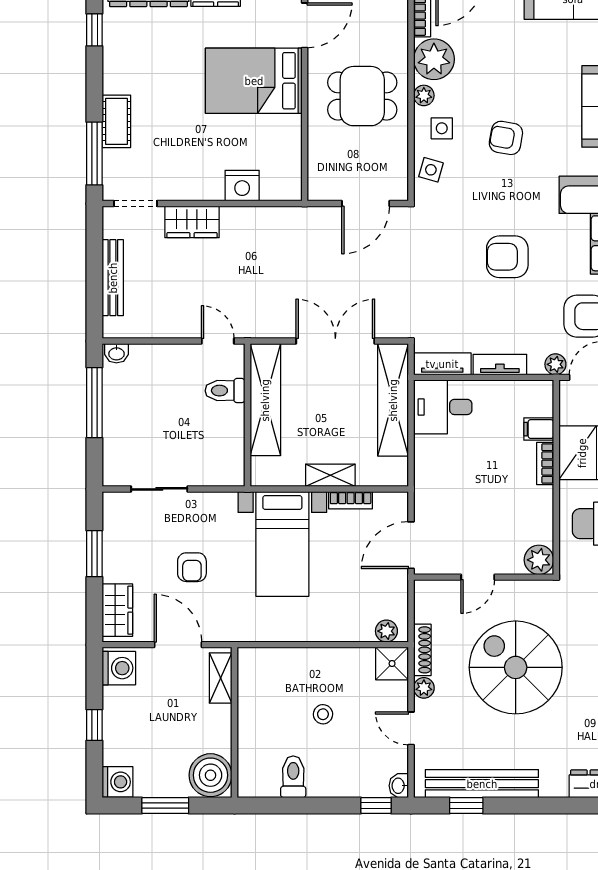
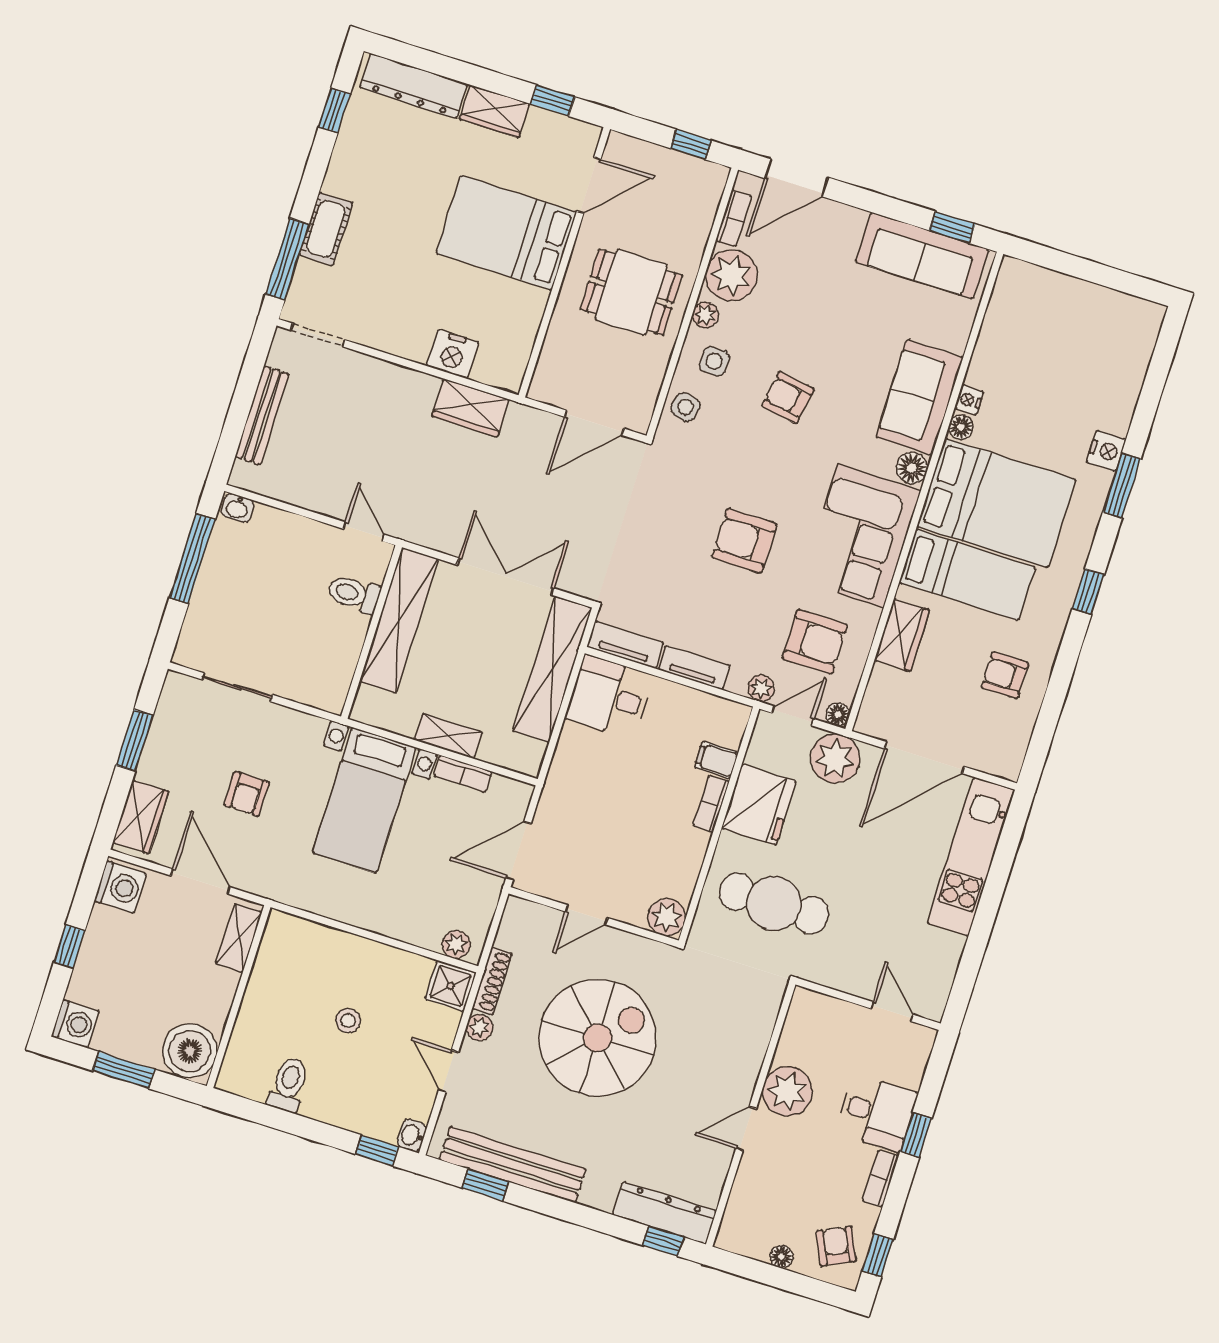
wardrobe: (192, 222) -> (471, 408), moved
spiral stairs: (516, 667) -> (598, 1038), turned 90

